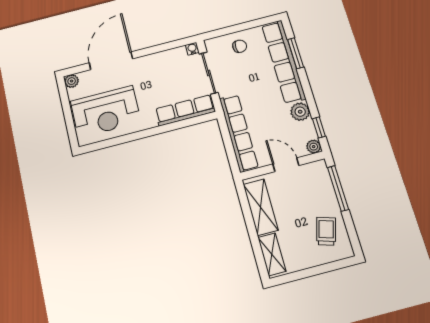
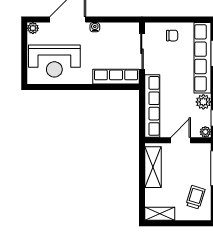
water cooler: (192, 49) -> (95, 27), moved
door: (286, 165) -> (181, 140), hinge flipped
shelving: (272, 254) -> (160, 214), moved, turned 90

